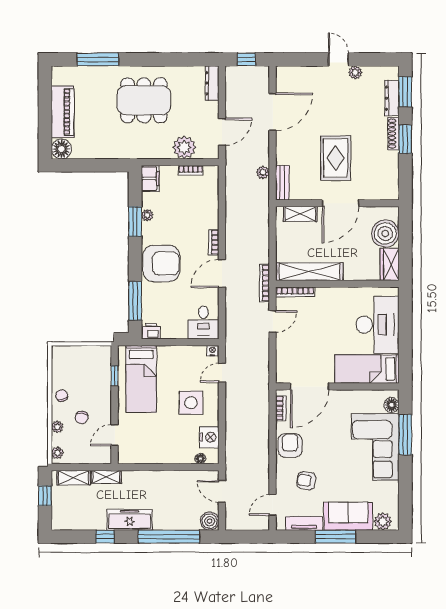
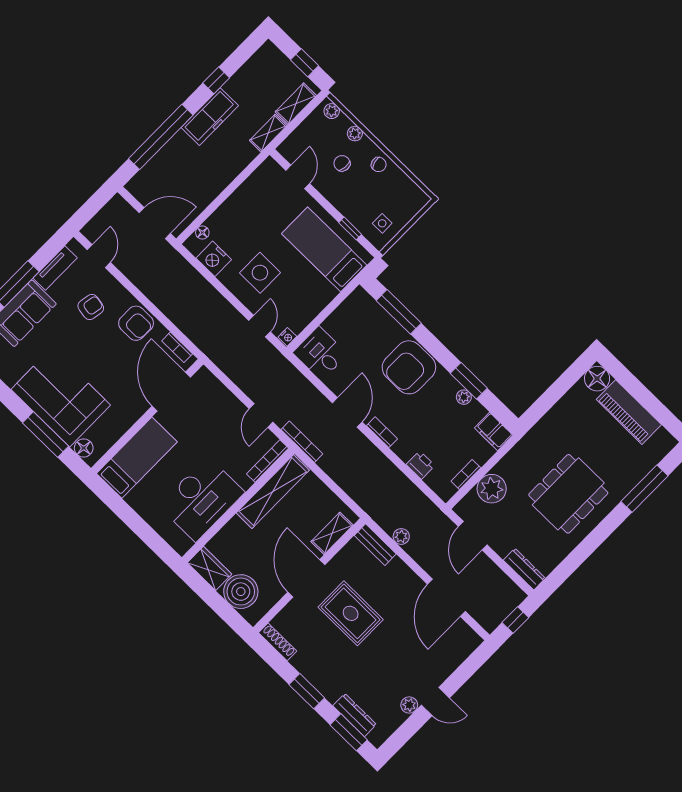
shoe rack: (393, 134) -> (278, 642), moved
desk: (377, 325) -> (202, 499), moved, turned -90
printer: (151, 331) -> (420, 465), moved, turned -90
side table: (93, 360) -> (382, 223), added
door: (222, 491) -> (155, 223), width x1.38
boiler: (210, 521) -> (139, 186), removed

